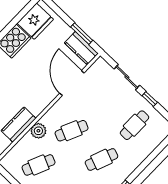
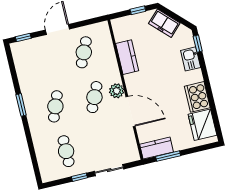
door: (72, 83) -> (130, 111), moved
plant: (38, 131) -> (117, 91), moved

